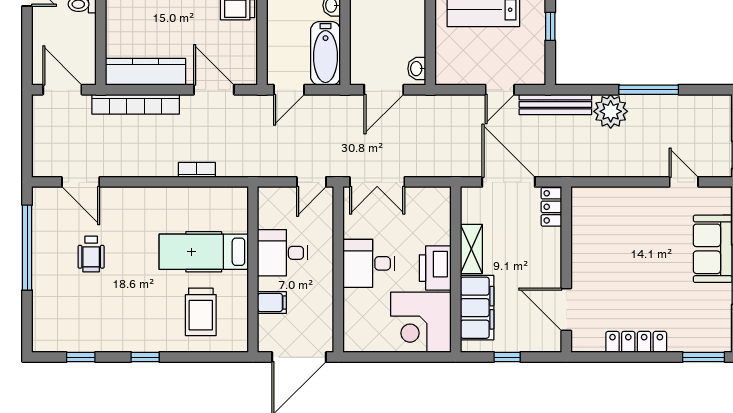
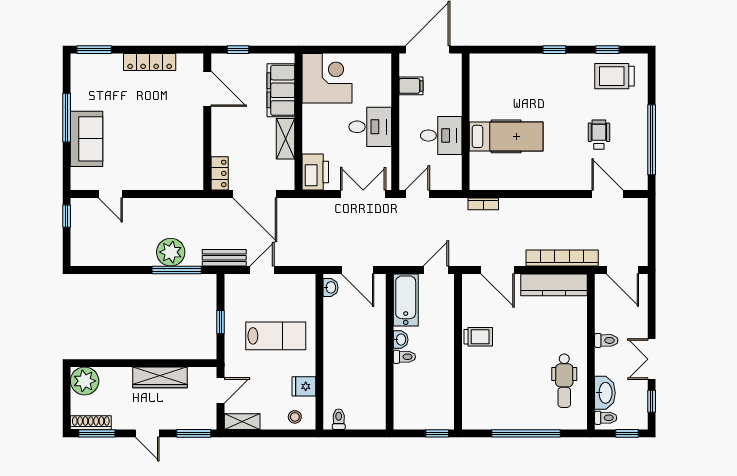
door: (384, 90) -> (358, 270), swing flipped
window: (649, 90) -> (177, 270), moved
bench: (555, 104) -> (224, 258), width x0.73
bookcase: (197, 170) -> (483, 204), moved
printer: (435, 268) -> (315, 172), moved
filing cabinet: (272, 303) -> (411, 86), moved, turned 180
trolley: (201, 312) -> (614, 76), moved, turned -90
window: (507, 357) -> (238, 50), moved

